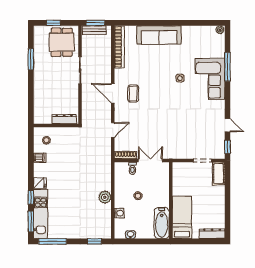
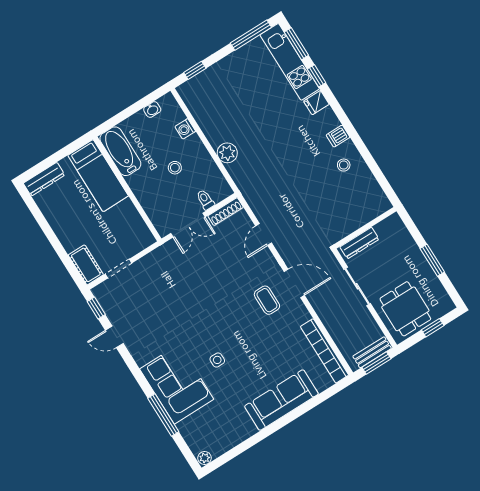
dresser: (64, 119) -> (359, 243), moved
wall: (56, 126) -> (365, 228), moved
plant: (105, 197) -> (227, 153), moved

